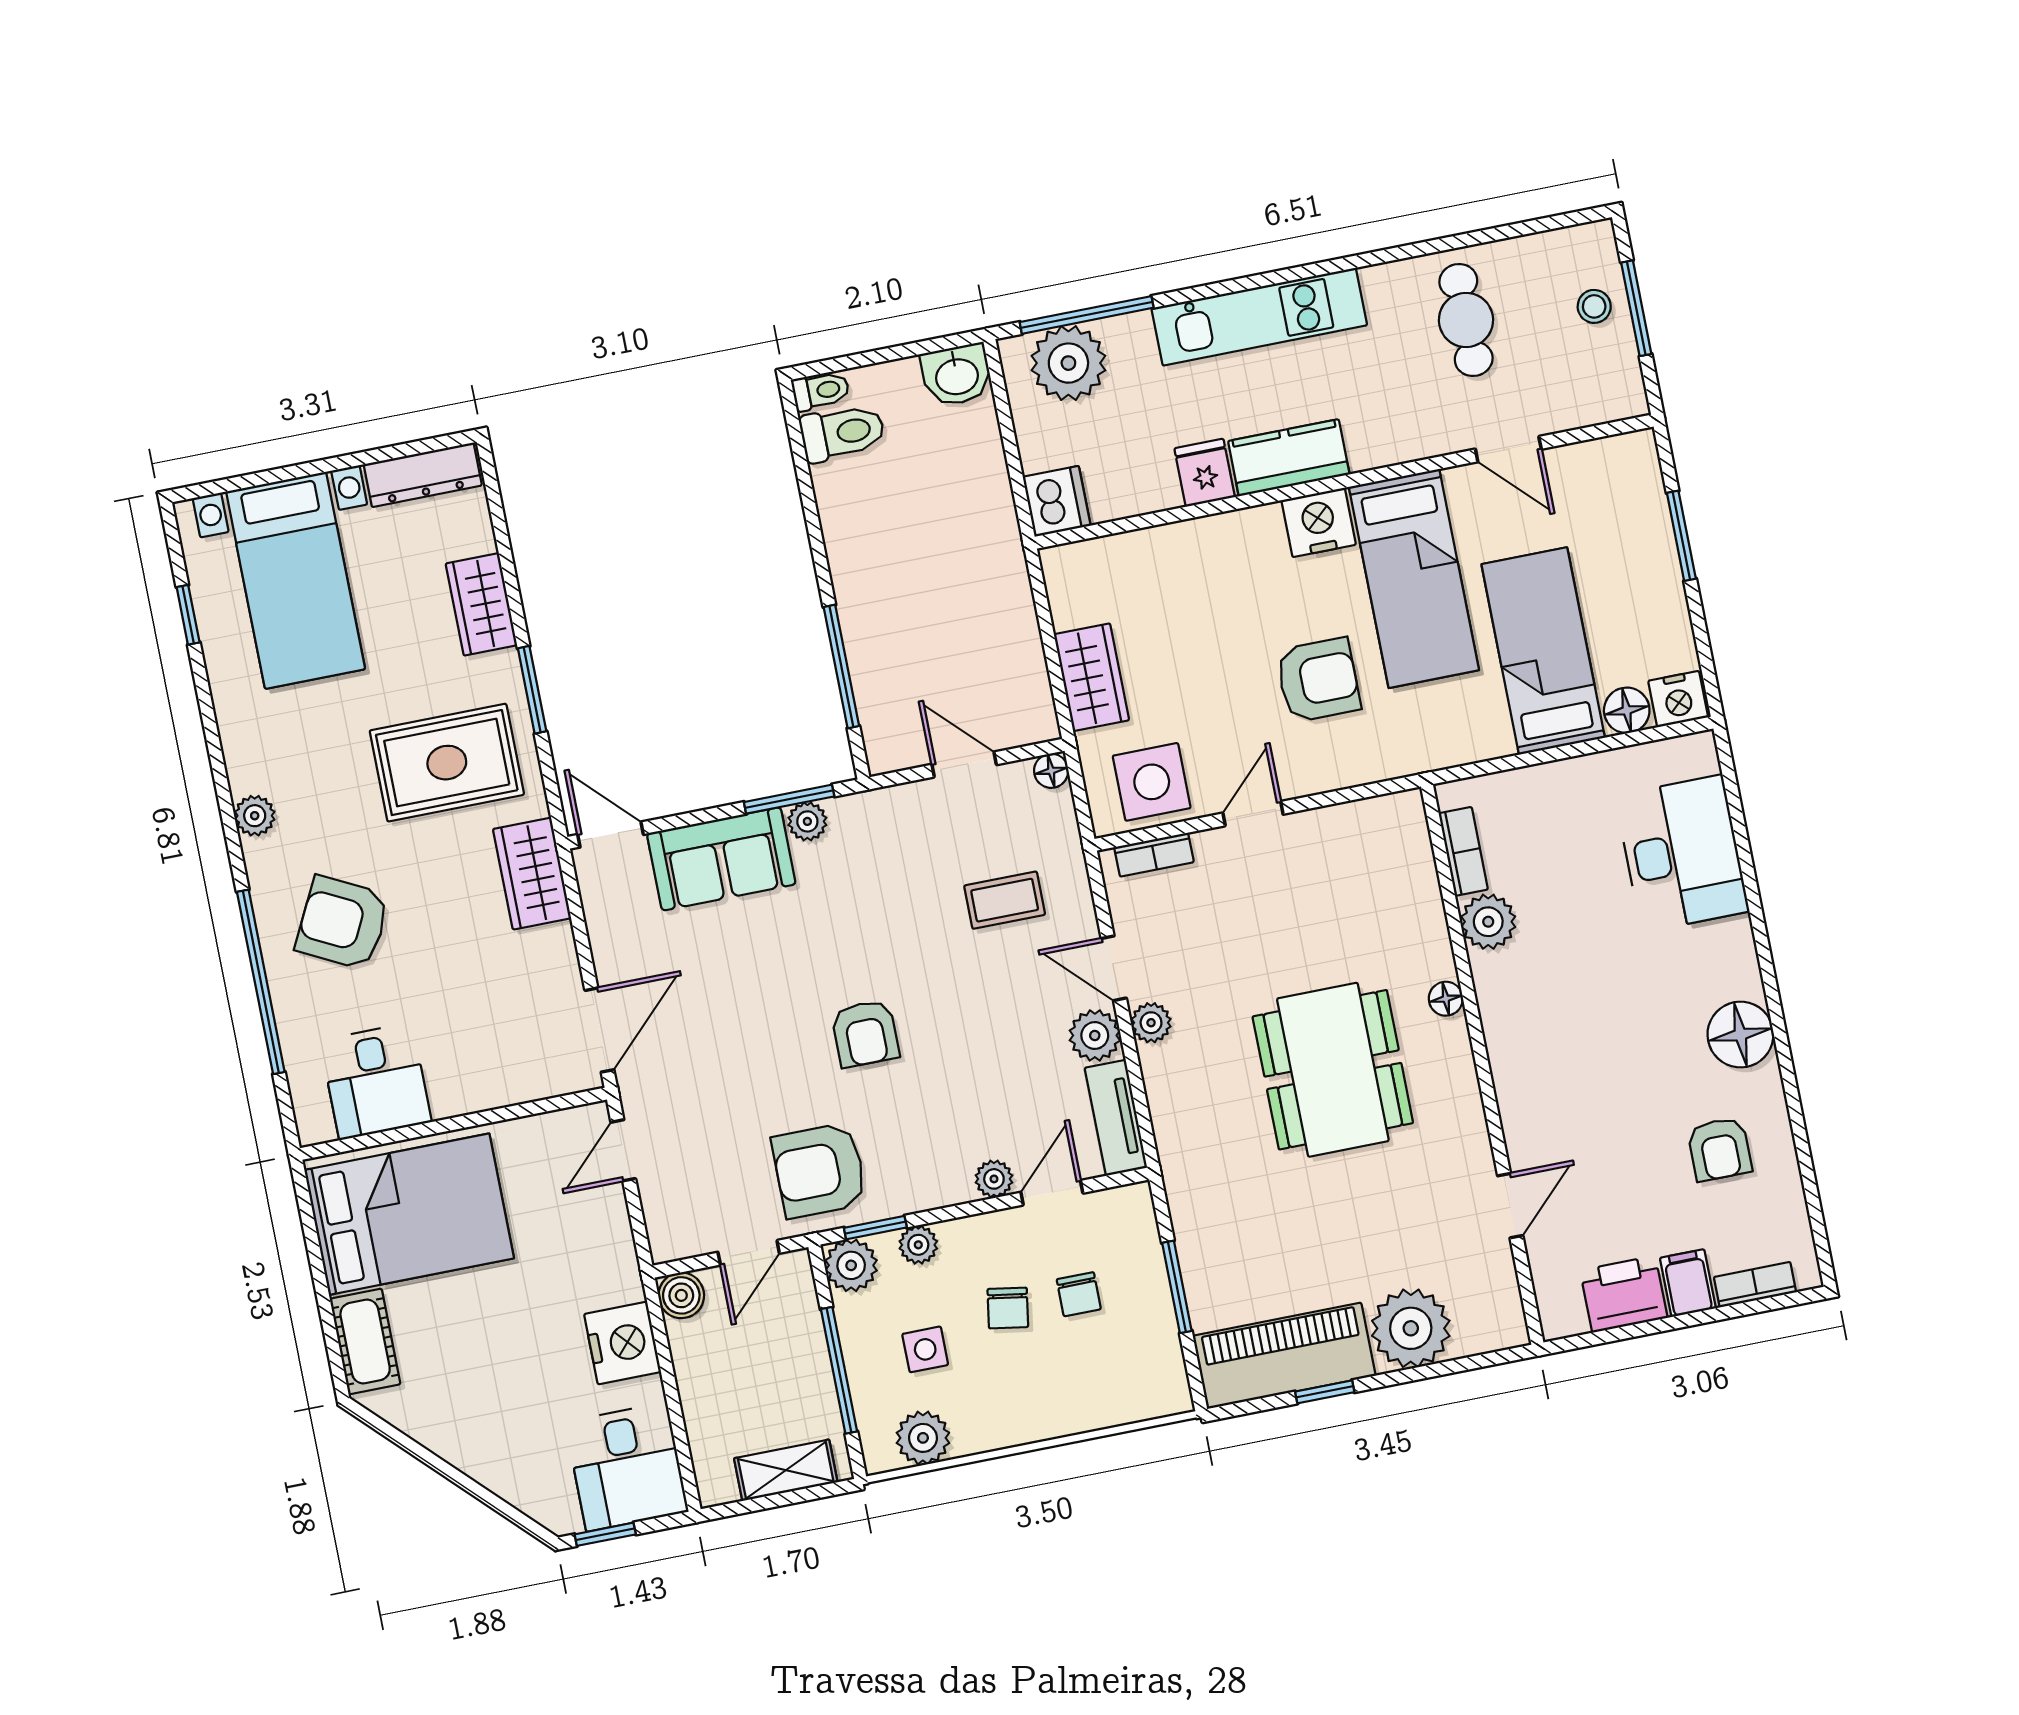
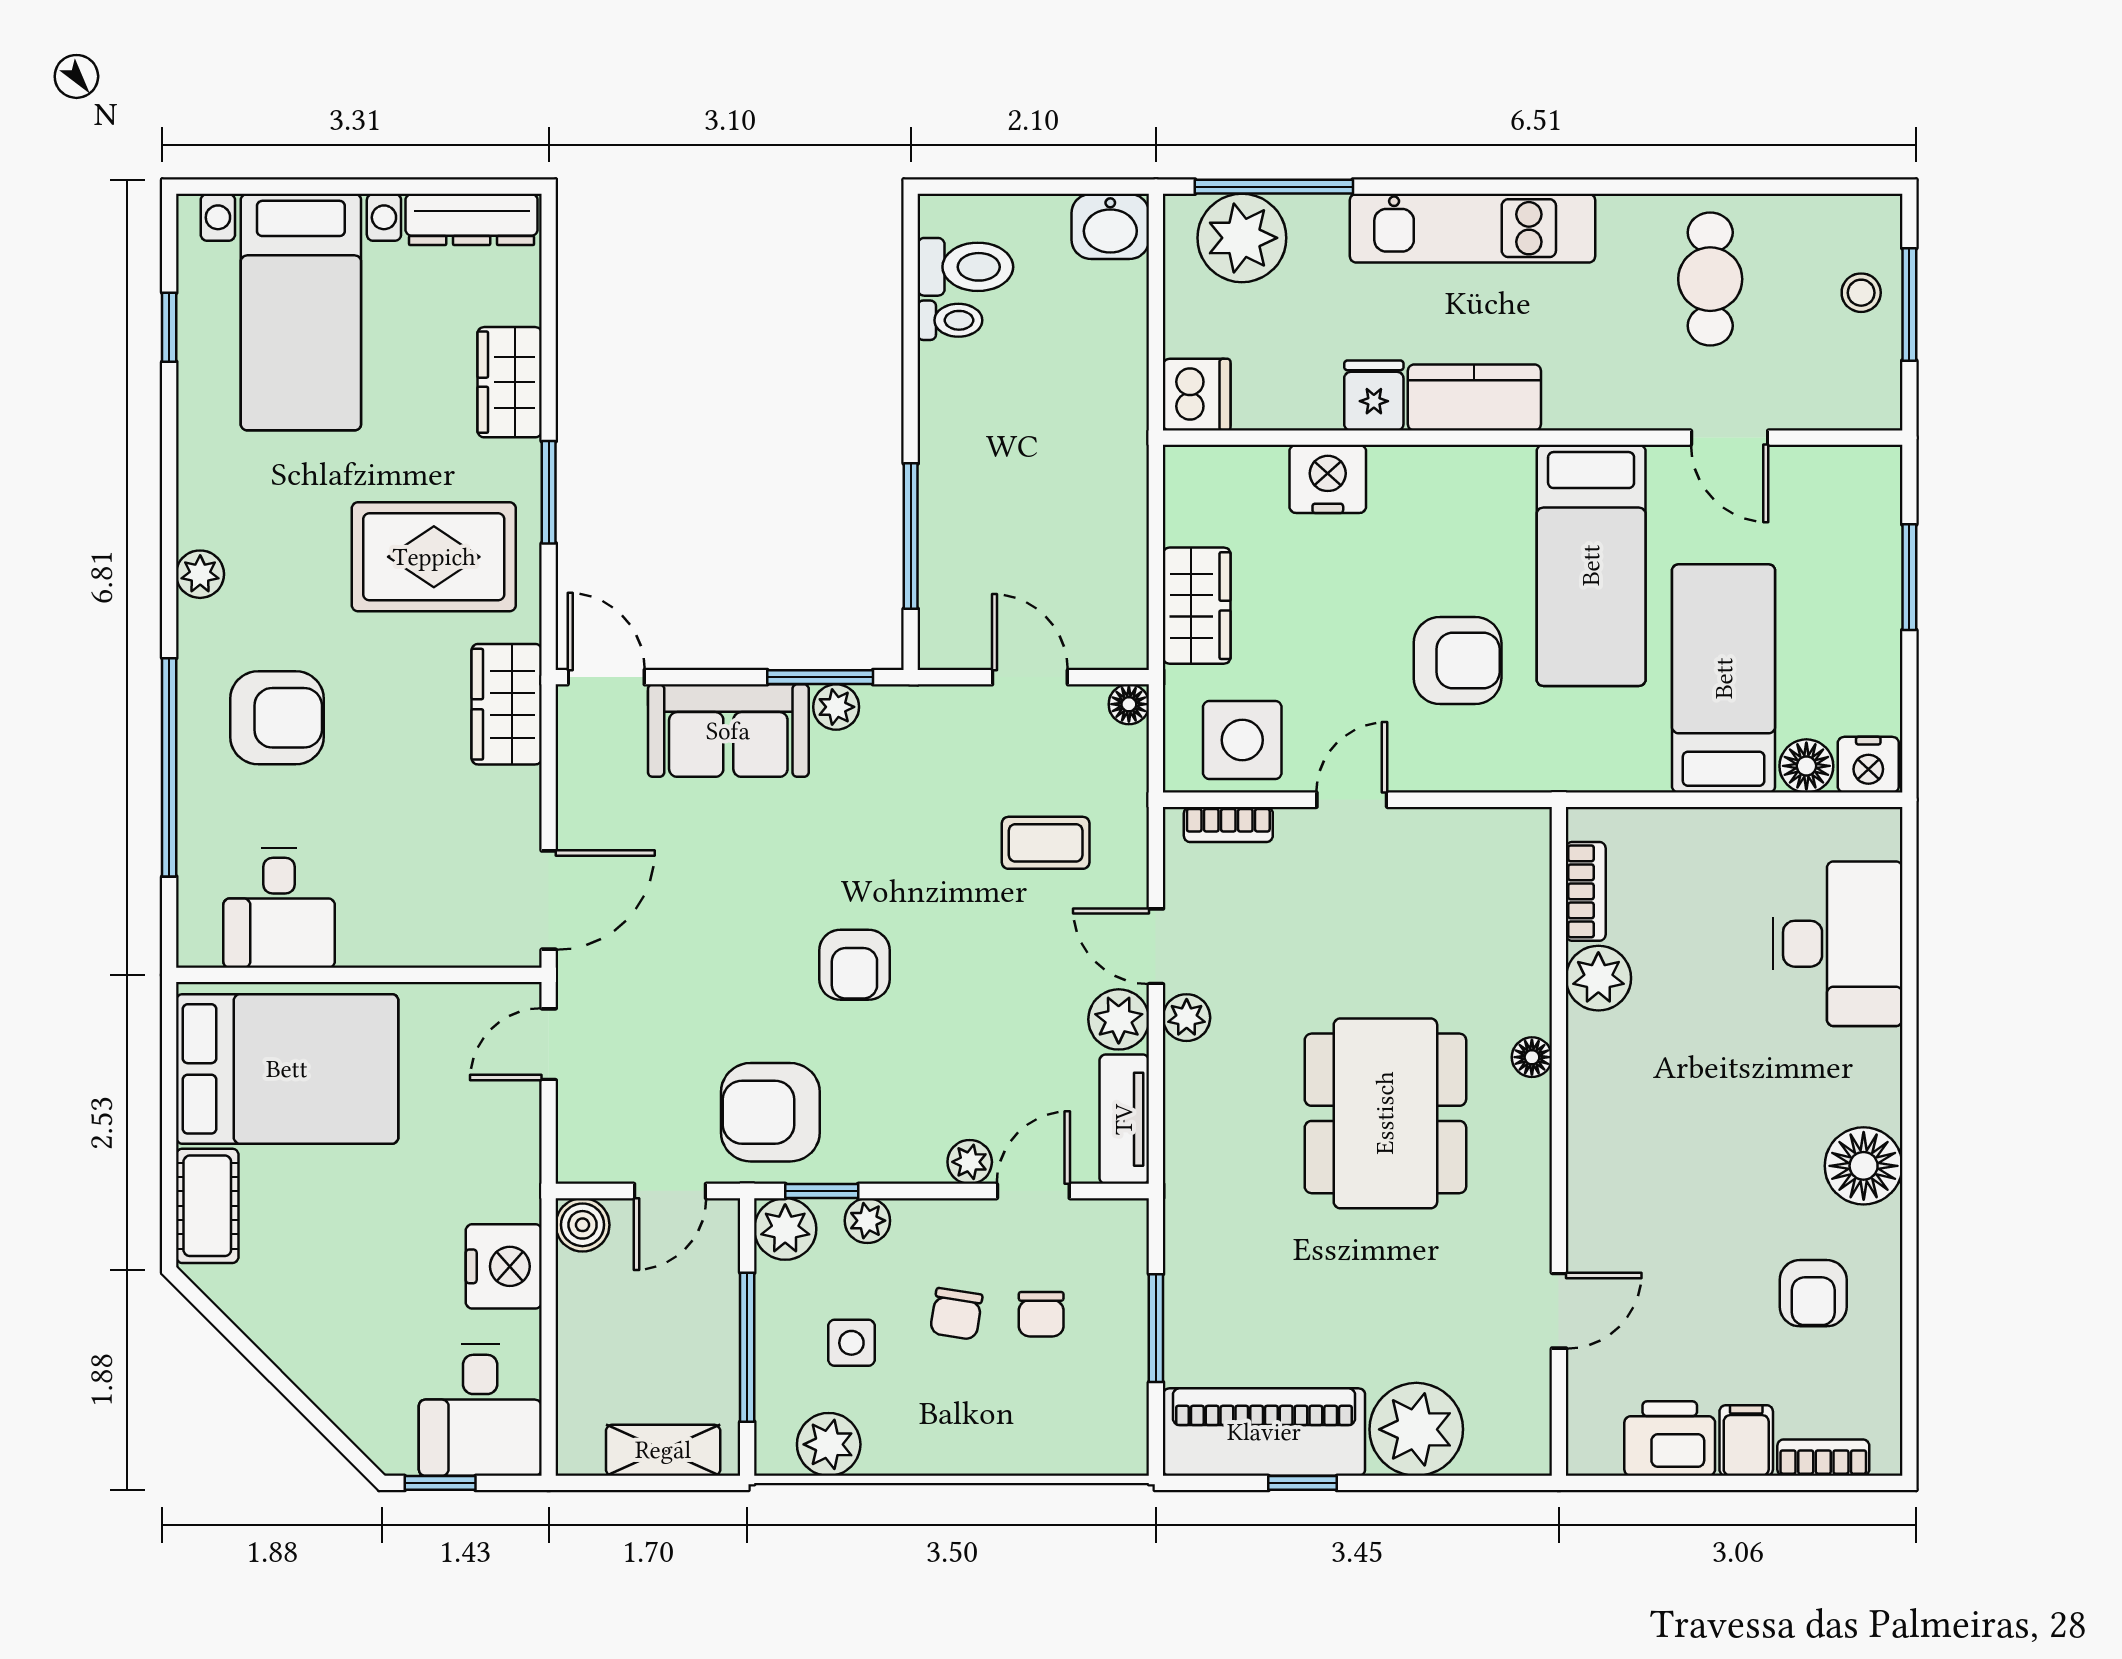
toilet: (821, 391) -> (950, 320), moved
nightstand: (1319, 522) -> (1328, 479), moved
armchair: (343, 923) -> (277, 718), turned 153

